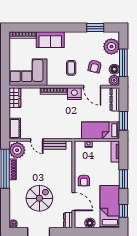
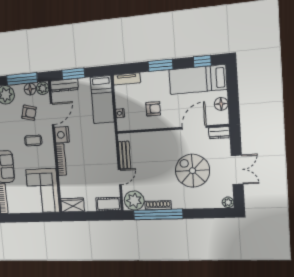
window: (123, 121) -> (73, 74), moved
armchair: (84, 180) -> (153, 109), moved

